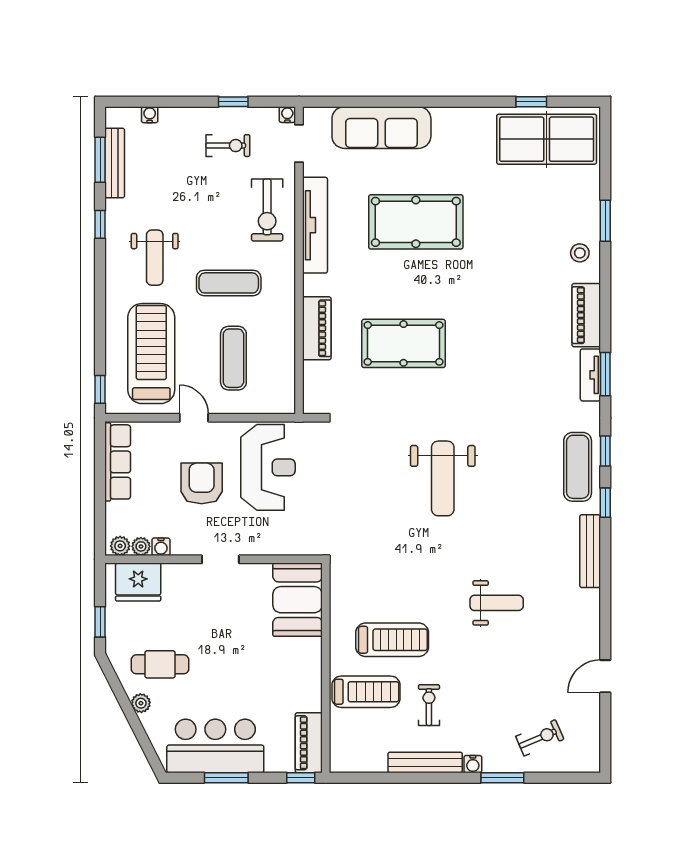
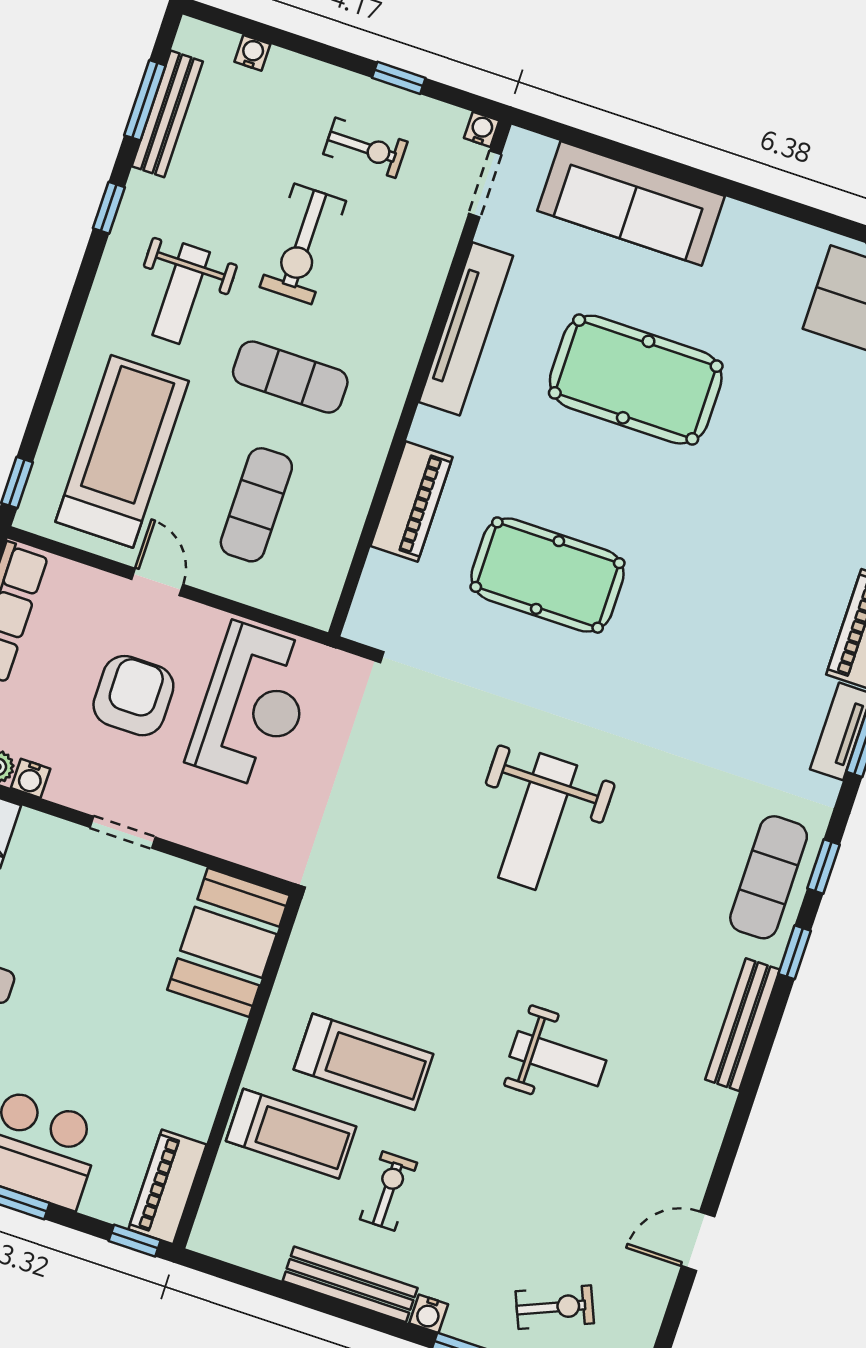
exercise bike: (267, 210) -> (303, 244), moved

